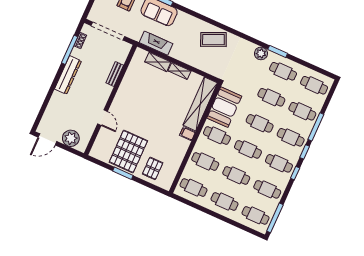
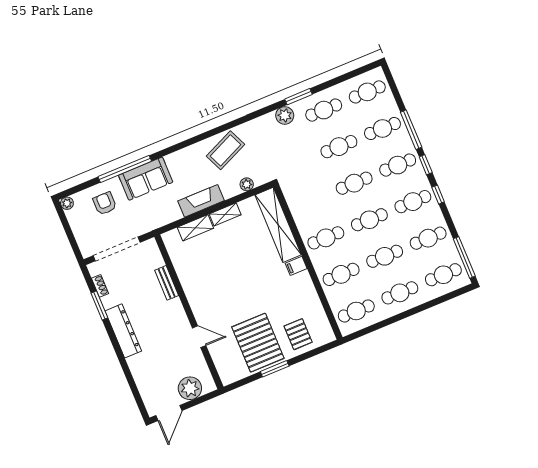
fireplace: (156, 43) -> (201, 201), moved
window: (70, 50) -> (99, 305), width x0.69
plant: (206, 67) -> (247, 184), added
booth: (224, 107) -> (304, 203), removed

